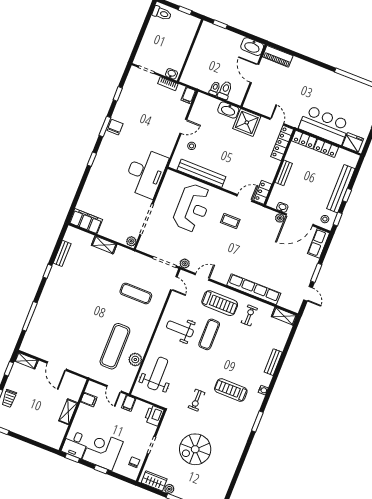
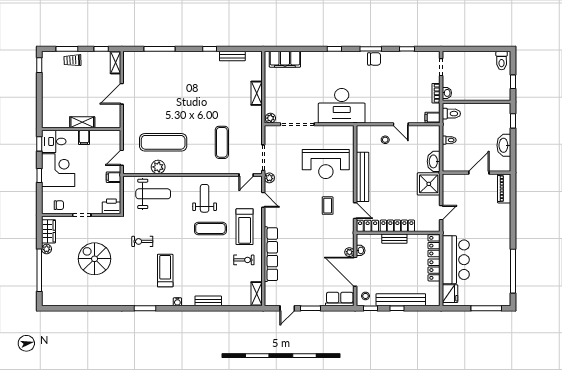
washbasin: (252, 47) -> (504, 145), moved
toilet: (225, 90) -> (451, 114), moved
locker: (282, 143) -> (397, 226), moved
bench: (201, 173) -> (362, 177), moved
filing cabinet: (86, 221) -> (285, 59), moved, turned 90
filing cabinet: (89, 400) -> (84, 137), moved

